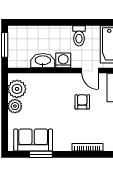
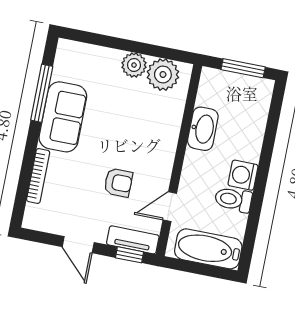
washing machine: (63, 60) -> (243, 175), moved, turned 180
sofa: (33, 140) -> (63, 117), moved
window: (41, 154) -> (42, 93), width x1.44

